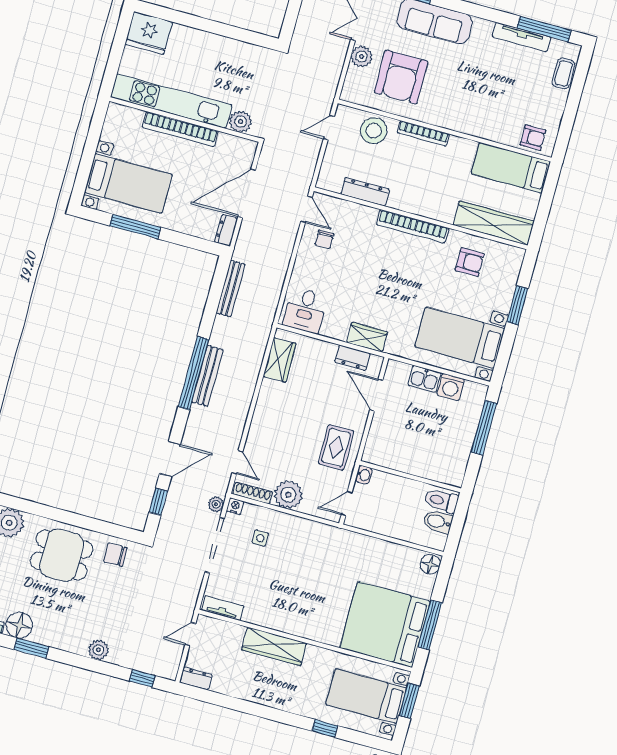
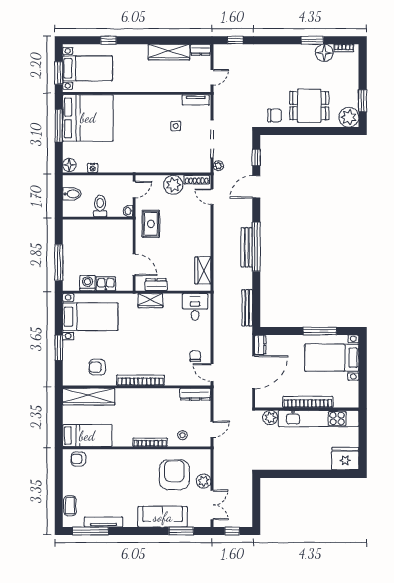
stool: (374, 131) -> (183, 435), width x0.53, depth x0.53
dresser: (365, 192) -> (195, 394), moved
toilet: (441, 501) -> (100, 206), moved, turned -90
nightstand: (235, 506) -> (93, 168), moved
side table: (260, 538) -> (176, 126), moved
wardrobe: (274, 646) -> (169, 52), moved, turned 180
plant: (98, 650) -> (269, 51), removed

